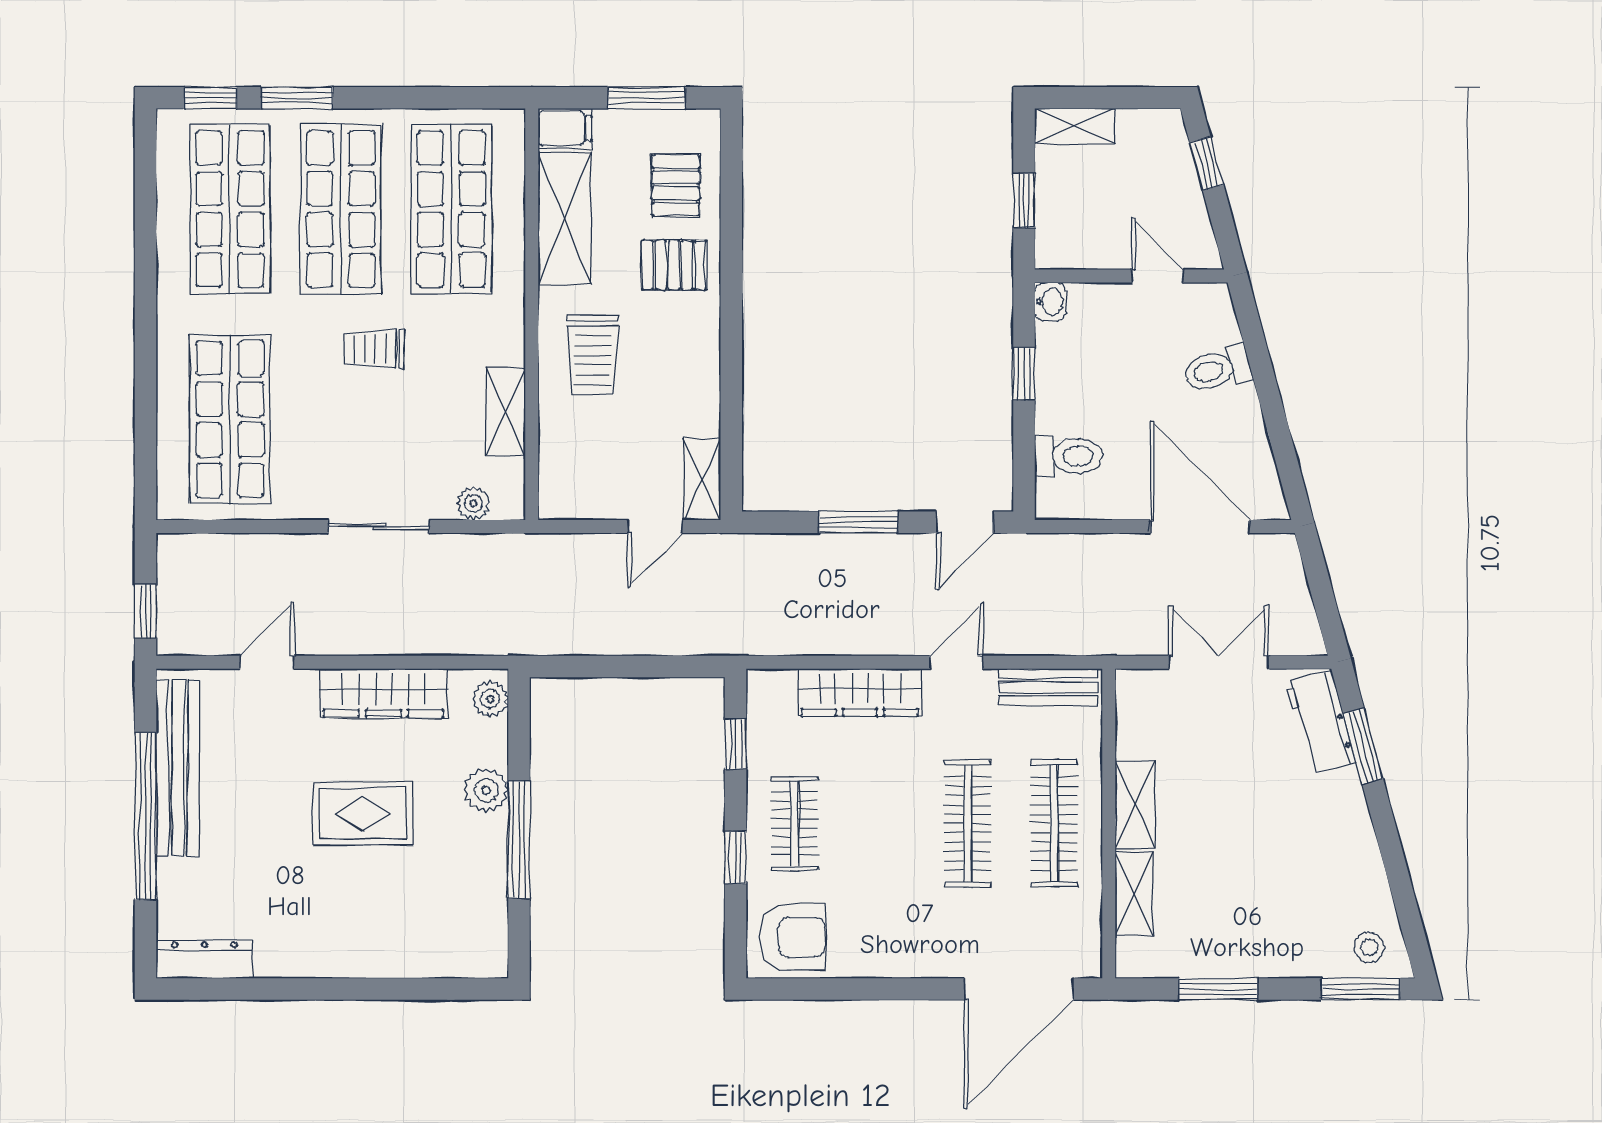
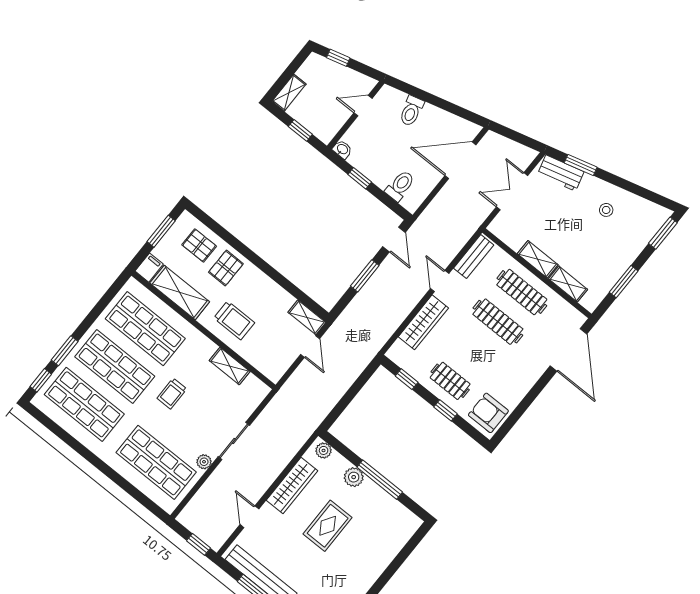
plant: (473, 503) -> (204, 462), moved
armchair: (792, 937) -> (488, 413), turned -90
stool: (1369, 947) -> (606, 210), moved

